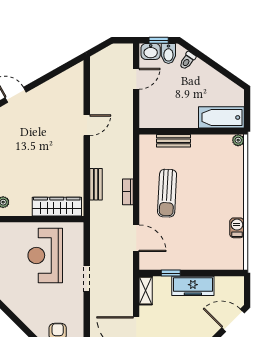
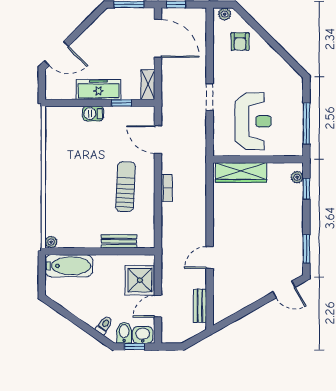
shower: (153, 104) -> (140, 280), added
bench: (96, 184) -> (200, 306), moved
barbecue: (237, 228) -> (93, 114), moved, turned 90

